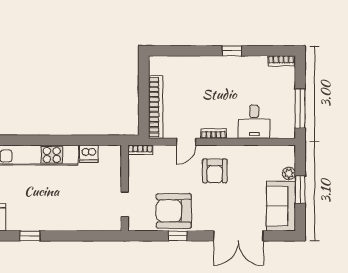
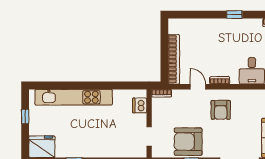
door: (186, 142) -> (198, 87), swing flipped
dishwasher: (89, 154) -> (140, 105), moved, turned 90

